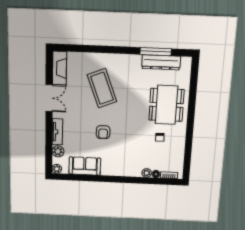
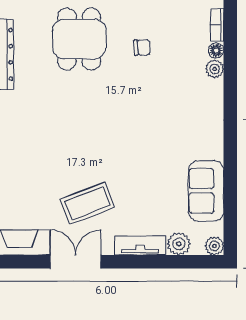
coffee table: (102, 88) -> (87, 203), moved, width x0.73, depth x0.76
dining table: (166, 105) -> (79, 39), width x0.73
armchair: (103, 132) -> (137, 157), removed

